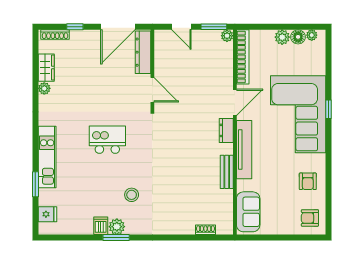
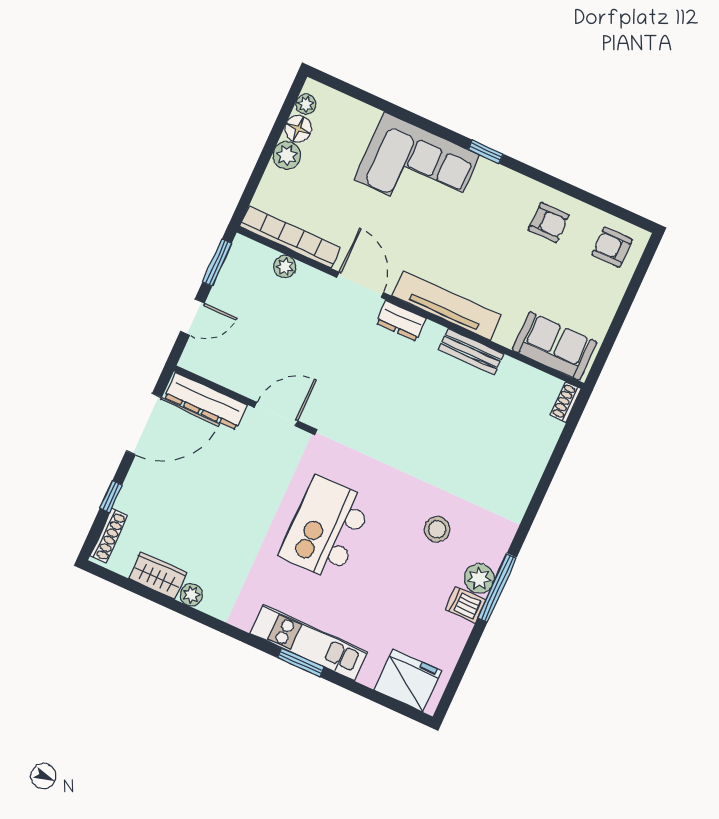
door: (118, 27) -> (144, 424), hinge flipped
plant: (227, 36) -> (285, 267), moved
window: (329, 109) -> (486, 152), moved
corner sofa: (298, 114) -> (417, 167), width x0.73, depth x0.74
kitchen island: (107, 140) -> (326, 528), width x1.37, depth x1.28
window: (35, 184) -> (301, 662), moved
fridge: (47, 214) -> (408, 680), width x1.88, depth x1.34
armchair: (310, 218) -> (612, 247), turned 90
shoe rack: (205, 230) -> (566, 402), moved
window: (116, 238) -> (497, 588), width x1.44

